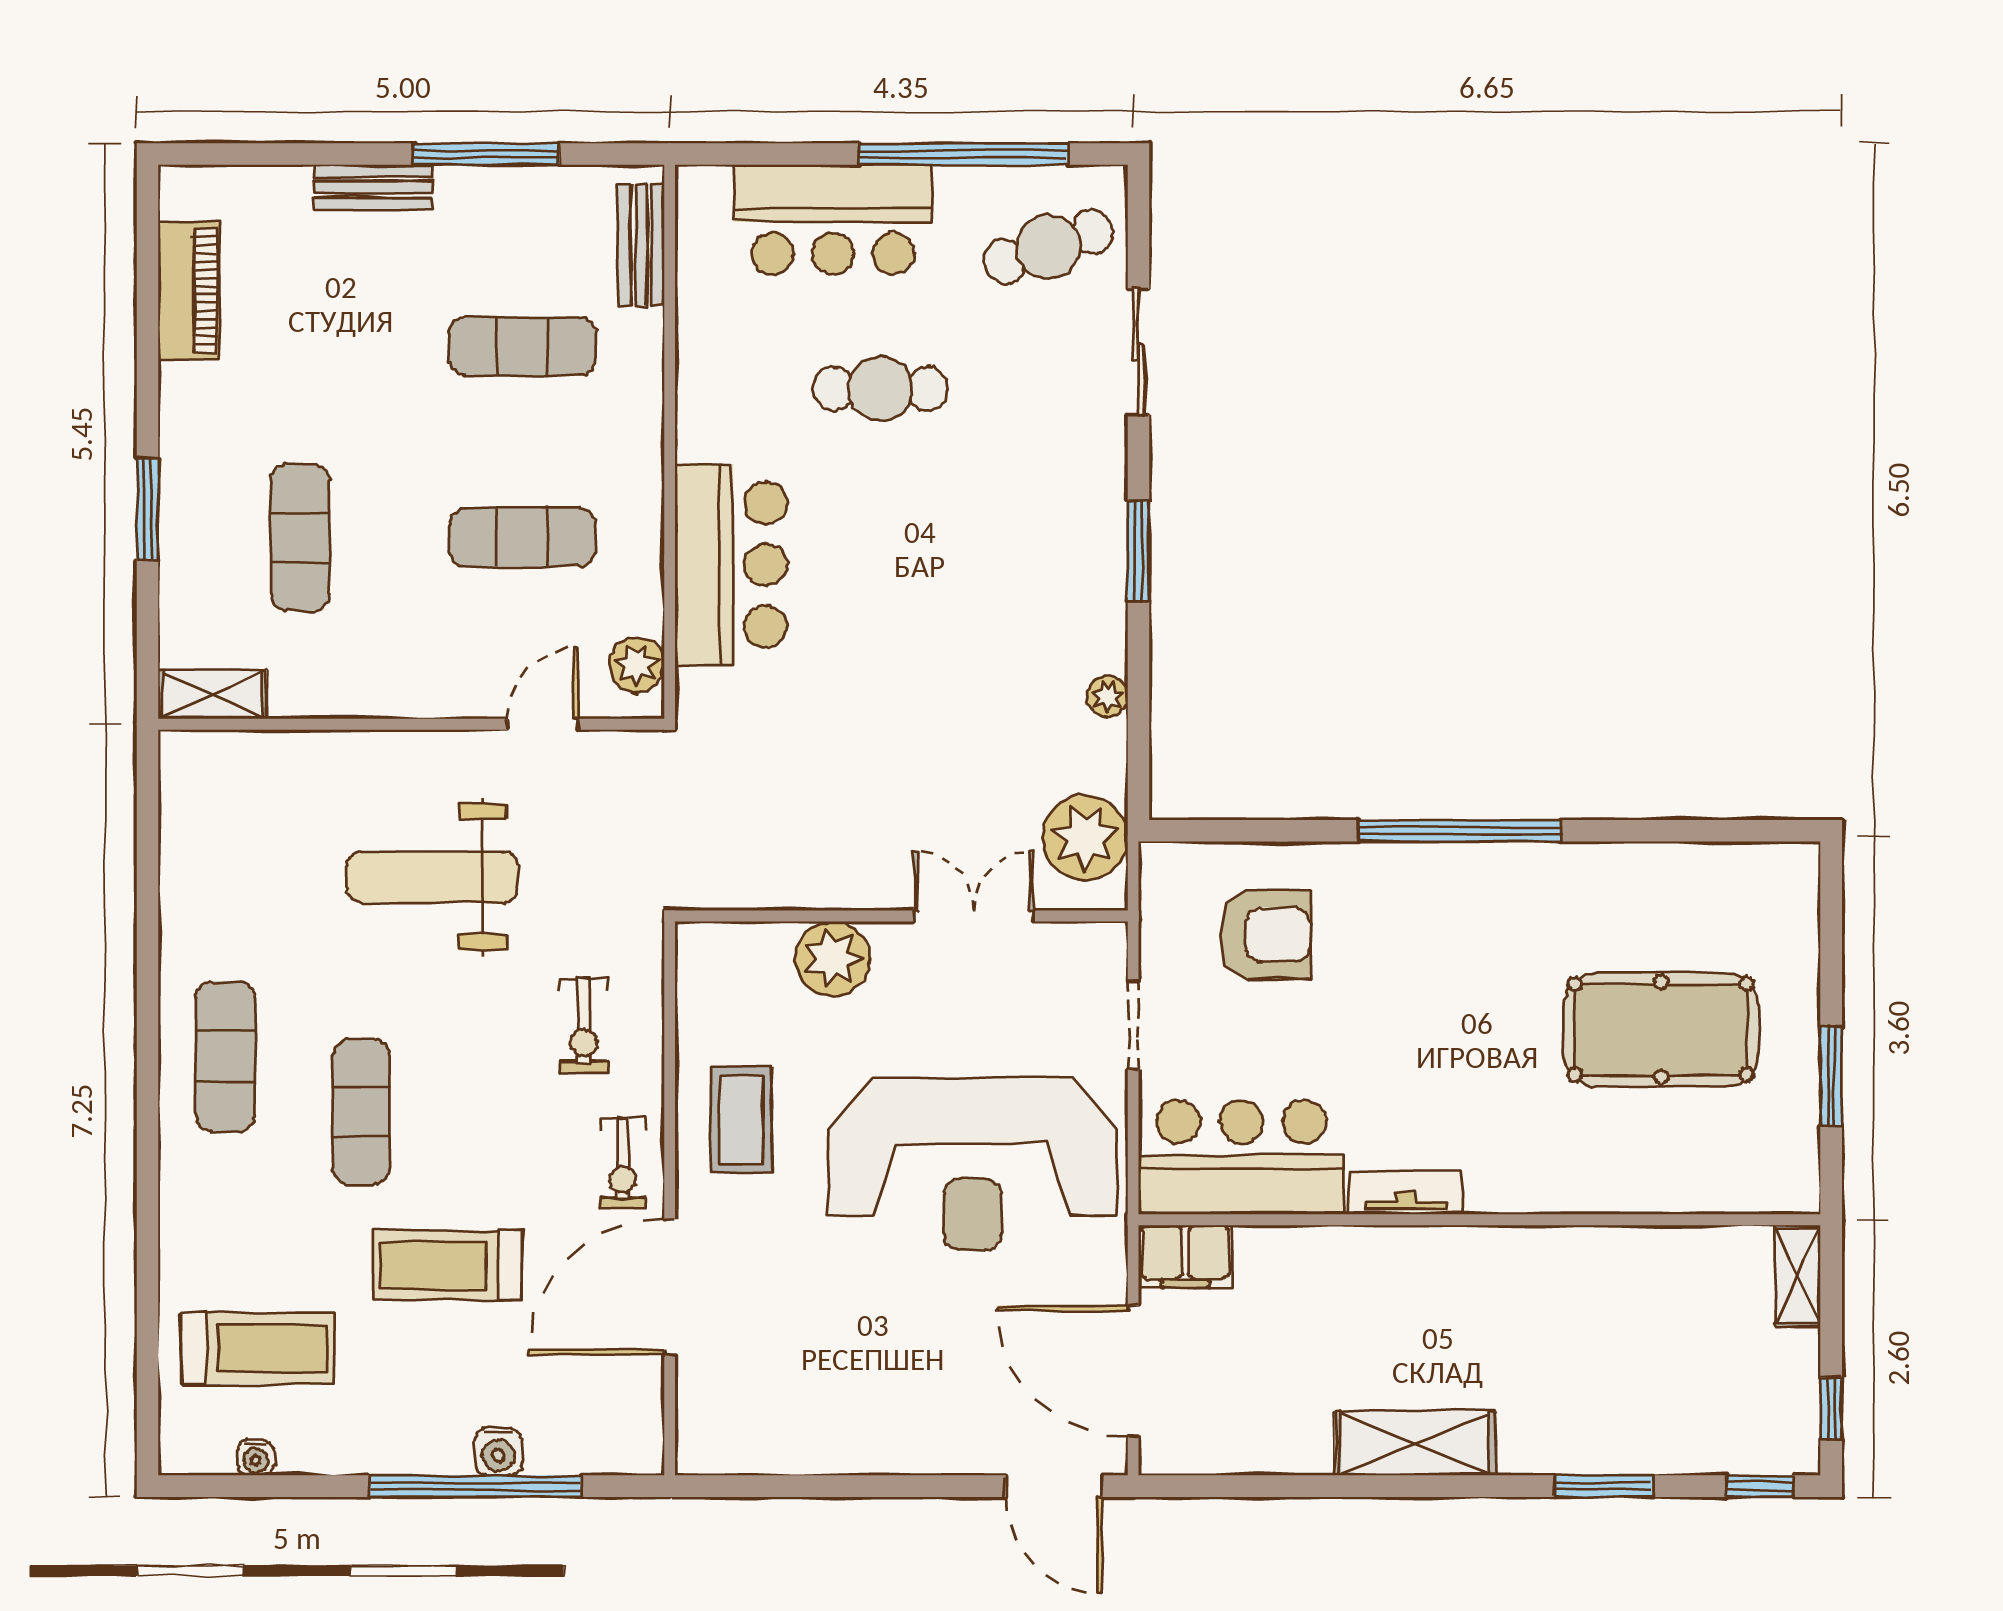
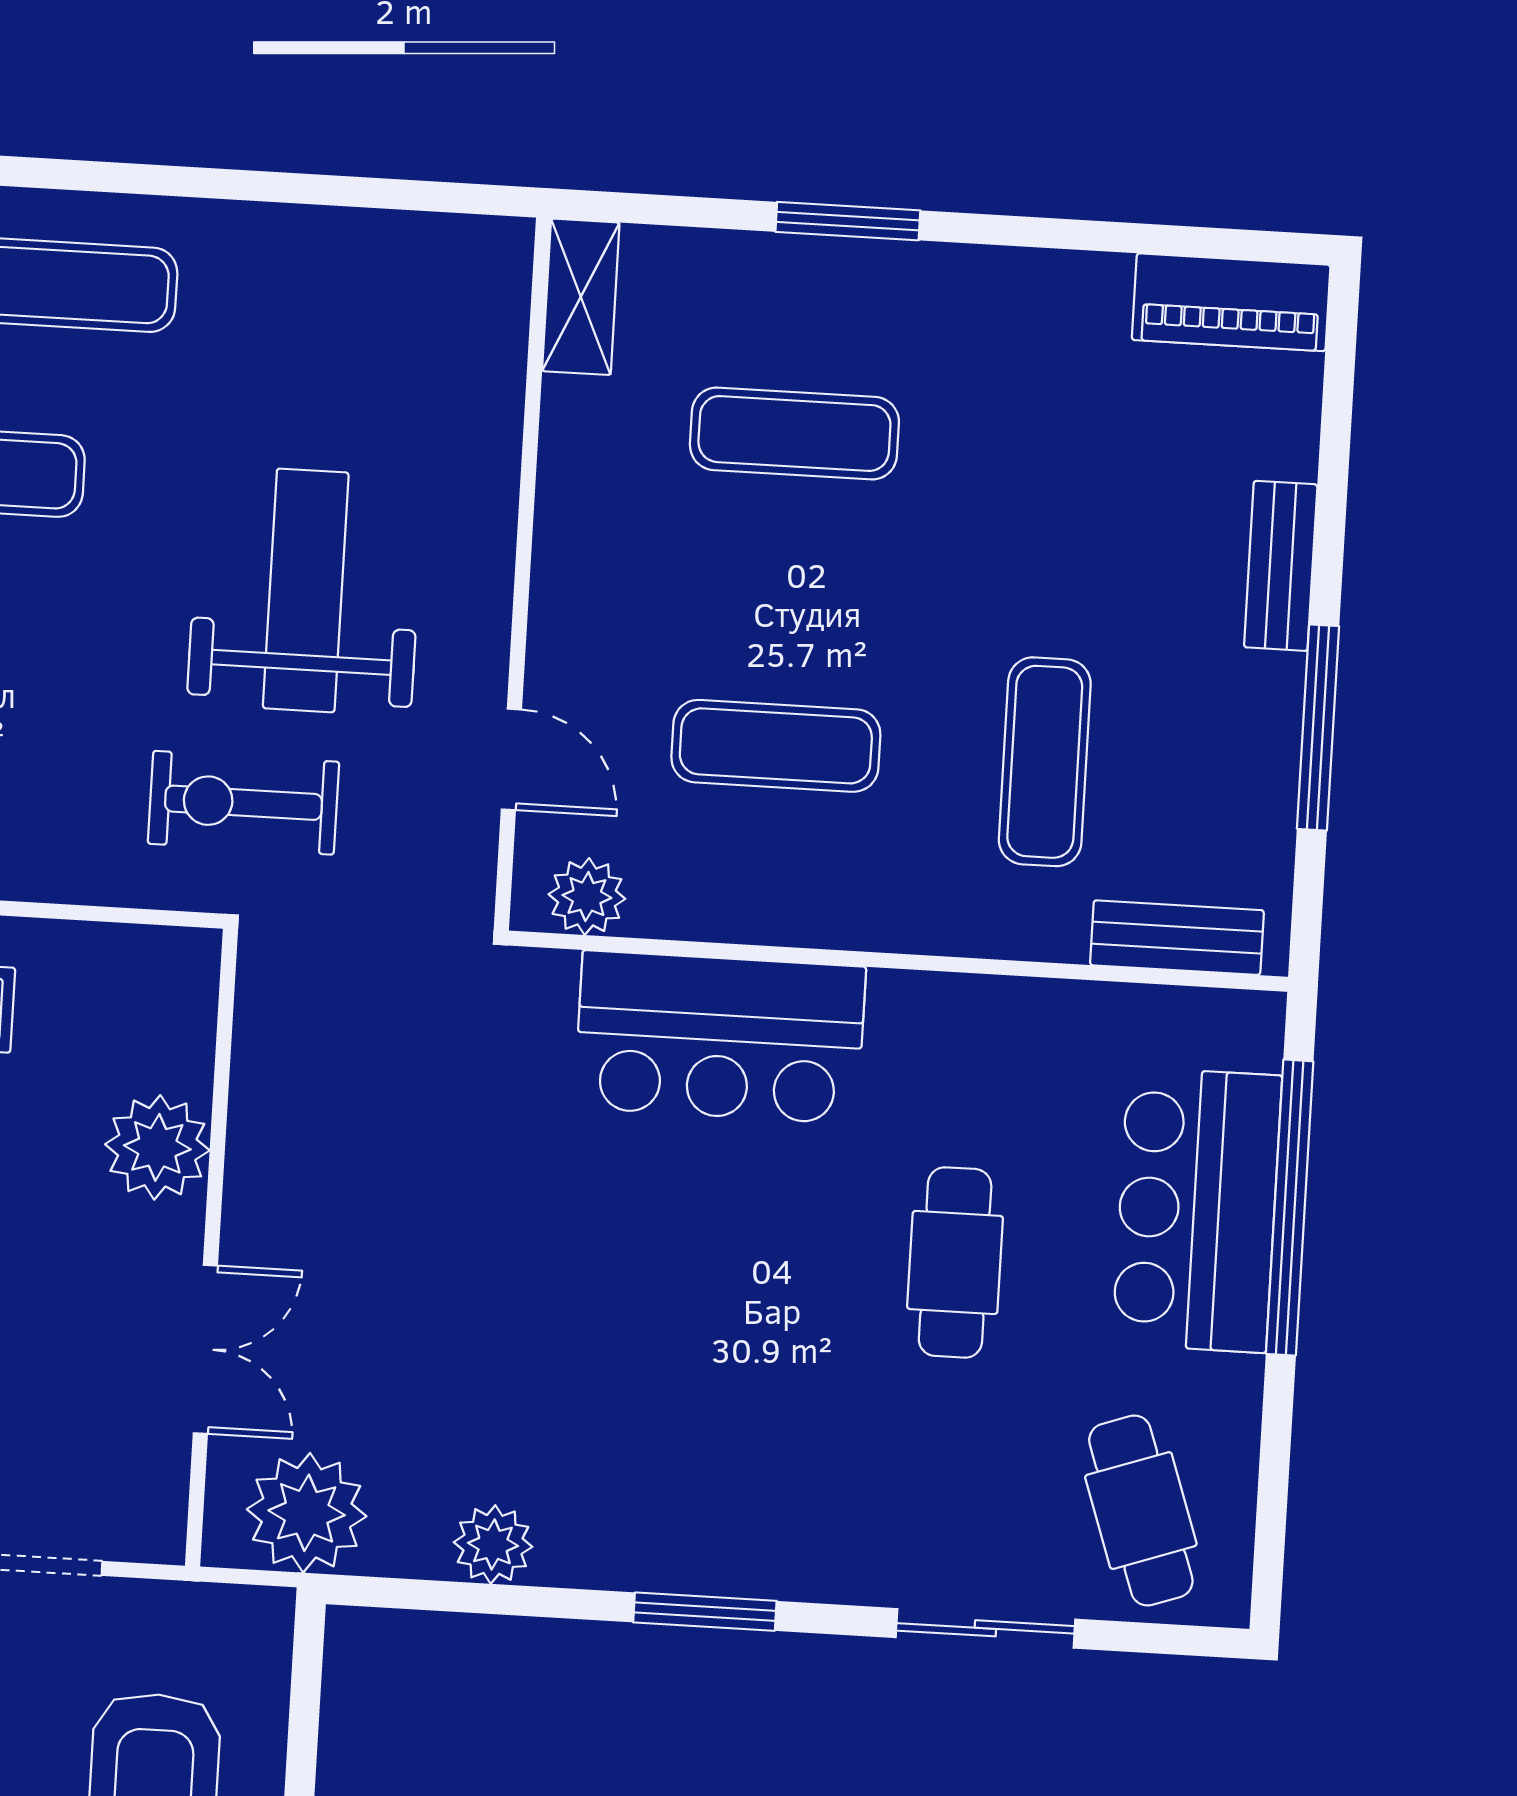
window: (964, 154) -> (1290, 1208), moved
piano: (189, 291) -> (1231, 302), moved
exercise mat: (522, 537) -> (776, 746), turned 90
plant: (1107, 696) -> (493, 1544), width x1.38, depth x1.38
exercise bike: (584, 1026) -> (243, 803), moved, width x1.38, depth x1.39

